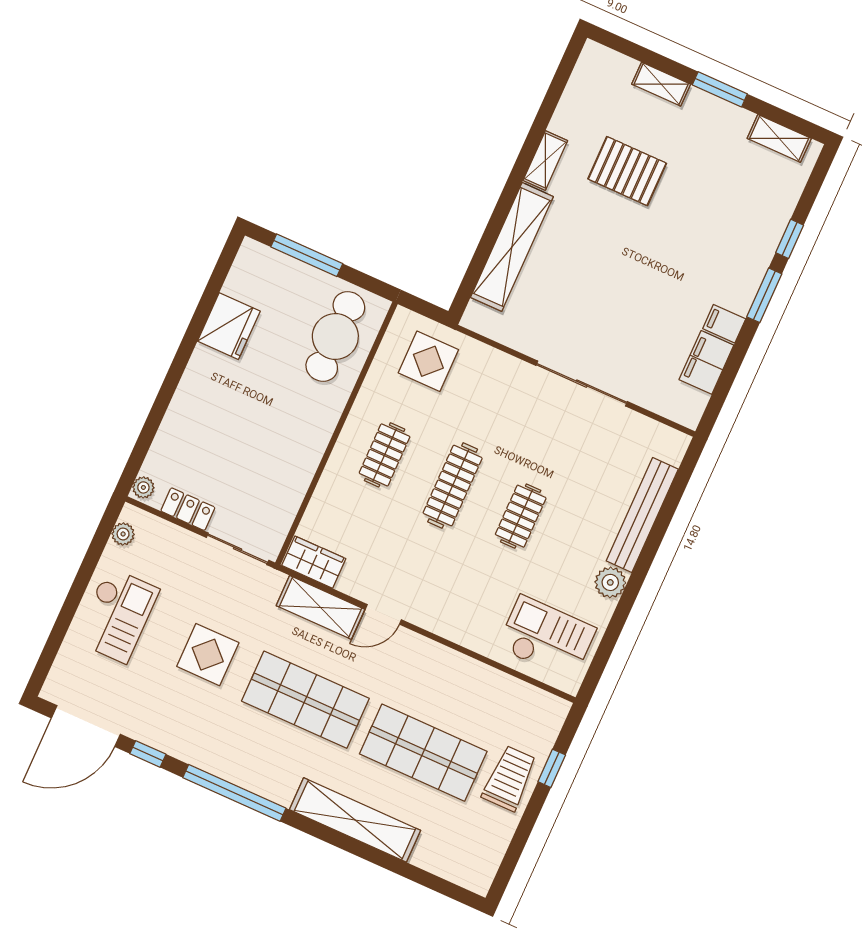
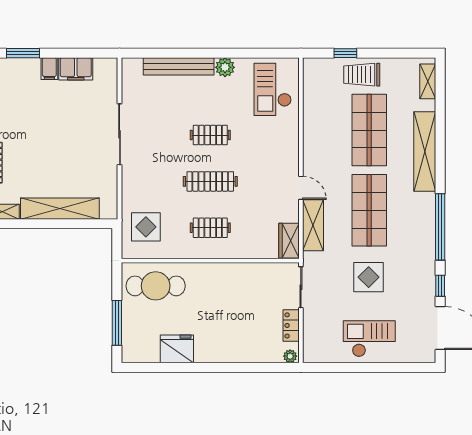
plant: (123, 534) -> (322, 356), removed
shelving: (456, 871) -> (428, 81), added

